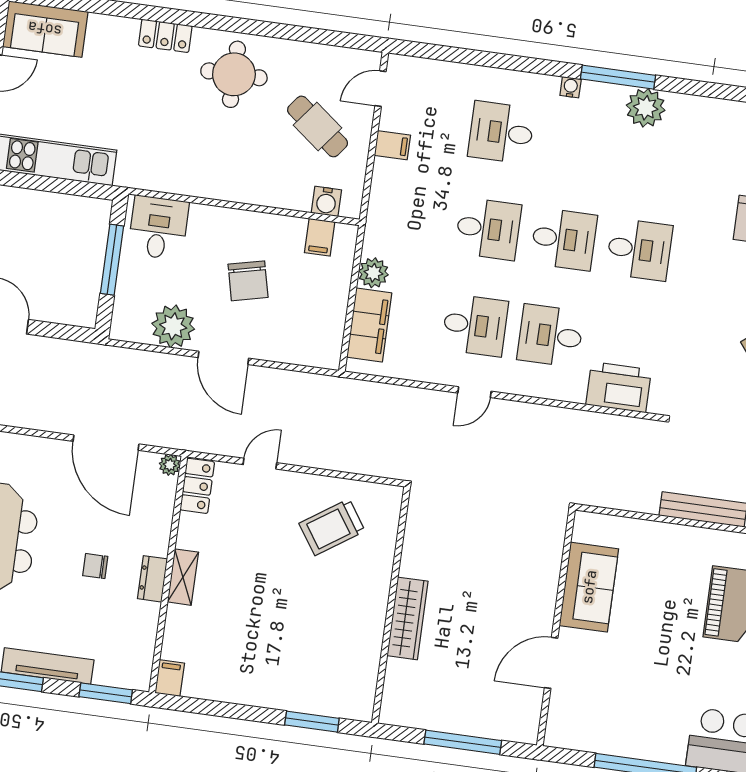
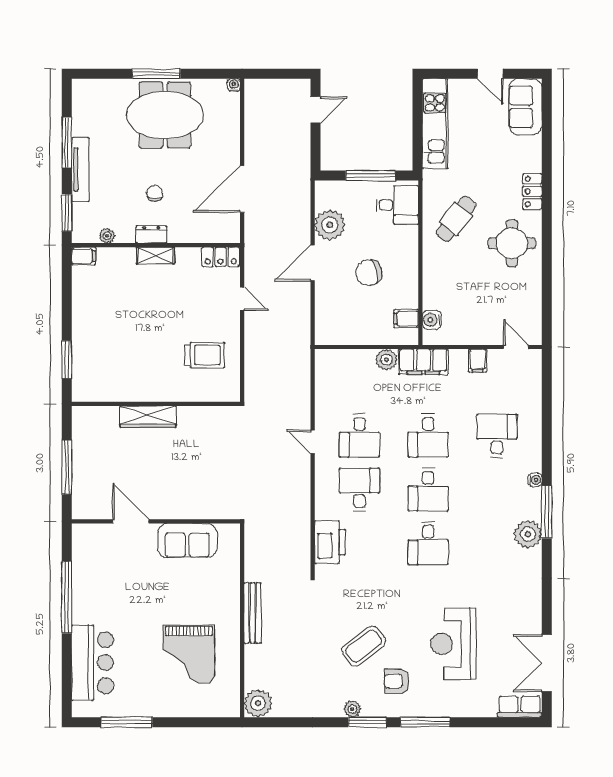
cafe table: (318, 126) -> (456, 219), moved
filing cabinet: (369, 325) -> (423, 362), moved
plant: (170, 465) -> (107, 236), moved
trolley: (332, 527) -> (205, 355), turned 124

